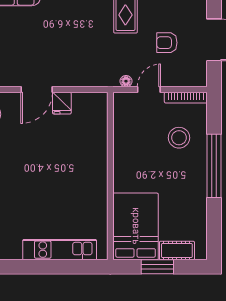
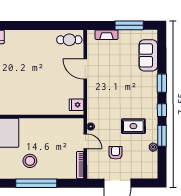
fridge: (62, 103) -> (76, 105), moved
stool: (179, 138) -> (30, 161), moved

